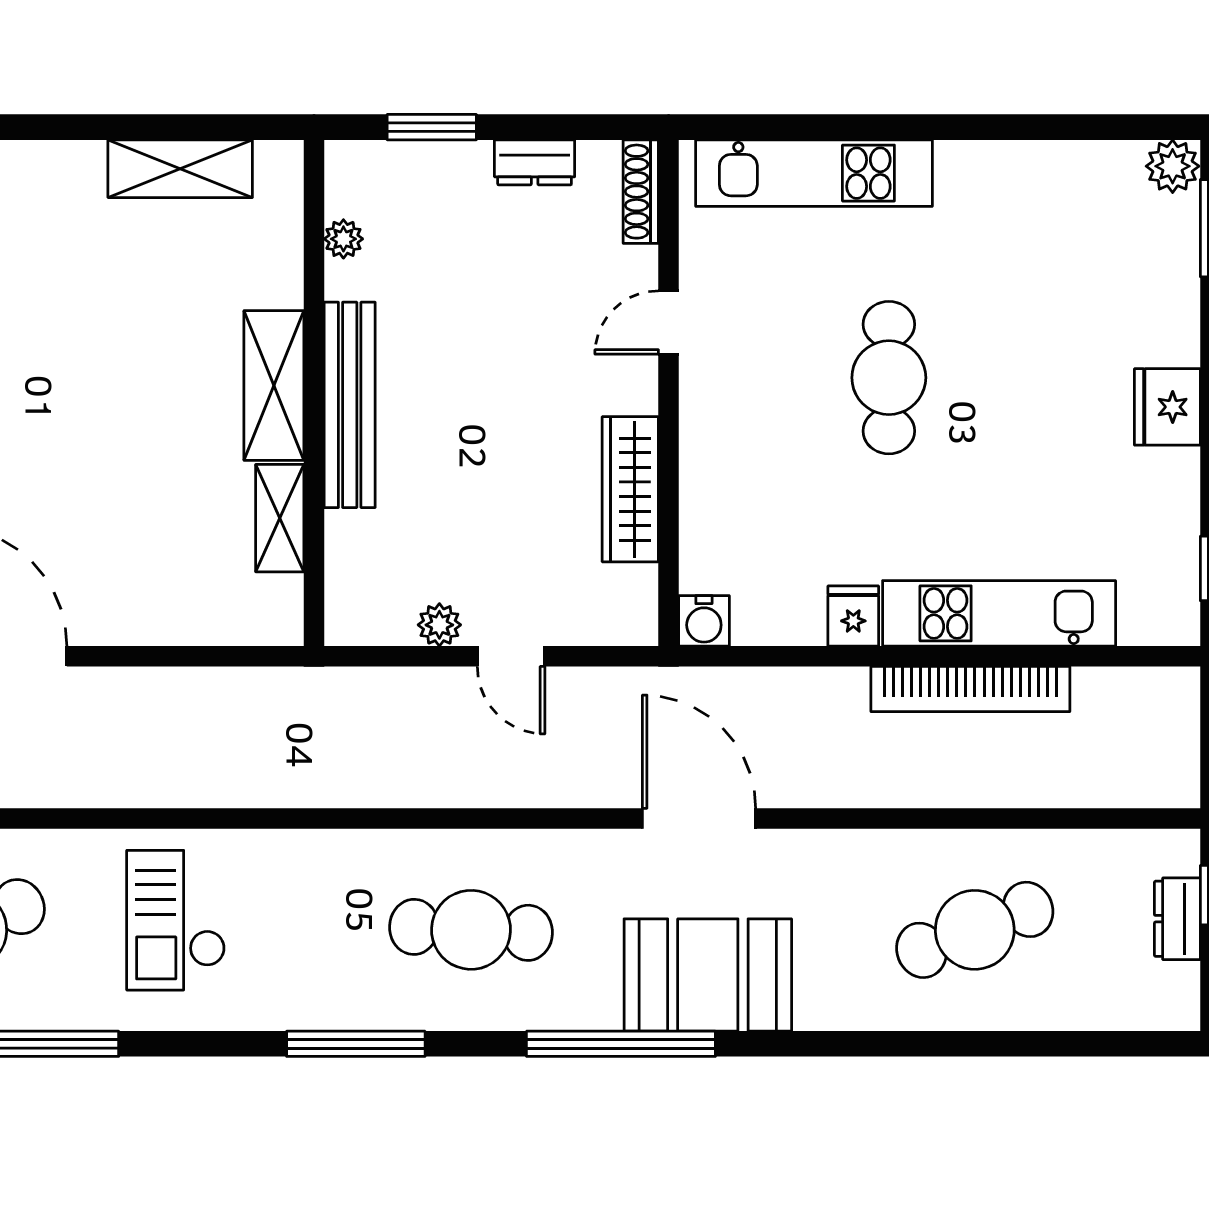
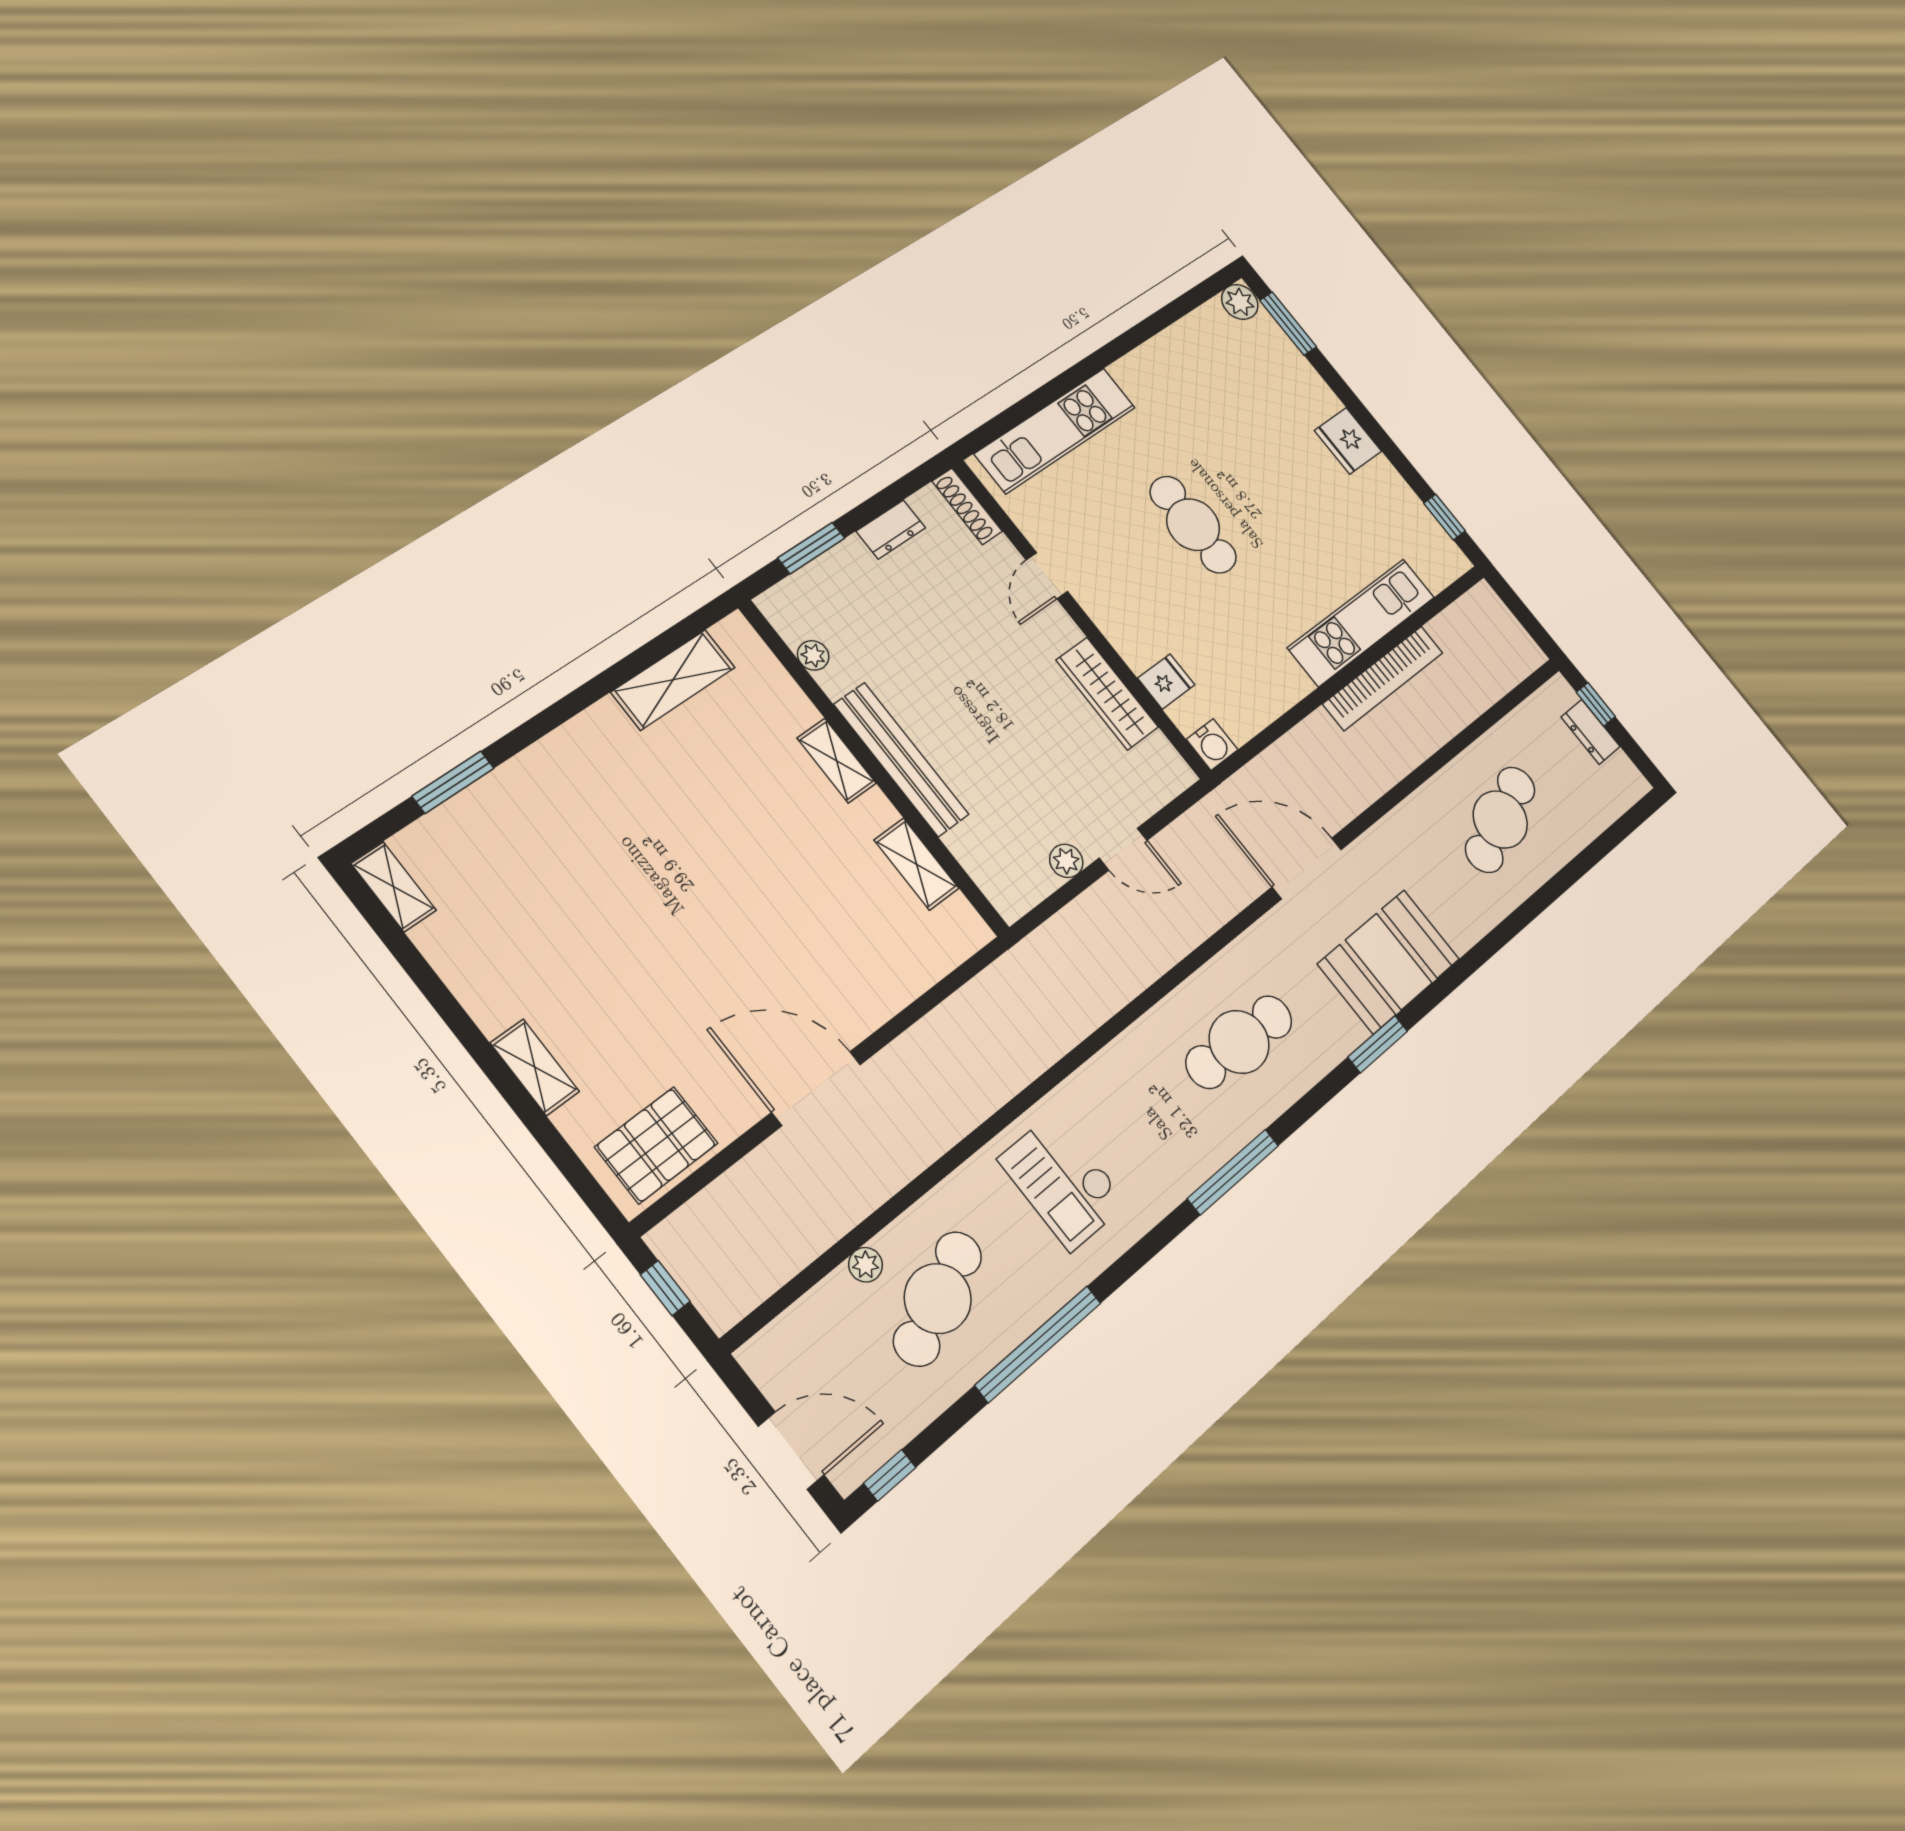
shelving: (274, 385) -> (836, 761), width x0.67, depth x0.75
fridge: (853, 616) -> (1166, 681), moved, turned 90
window: (621, 1044) -> (1378, 1044), width x0.47

